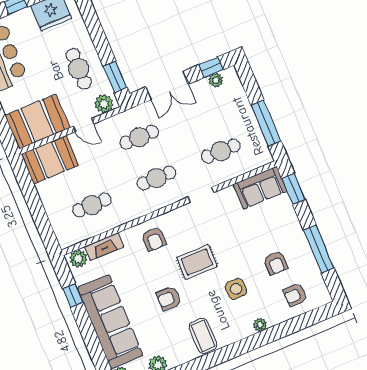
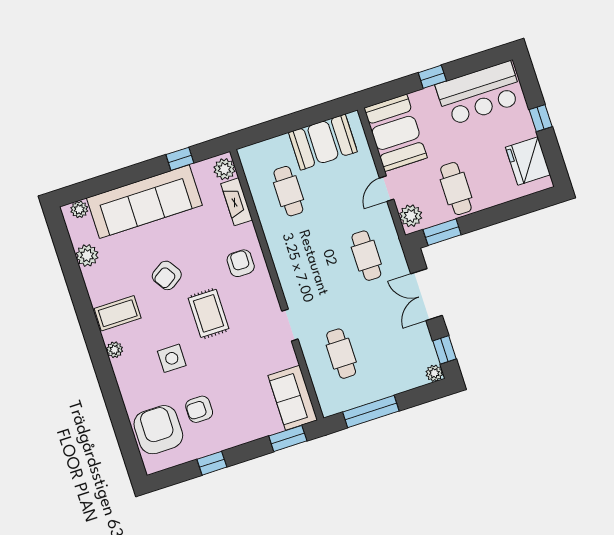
cafe table: (79, 69) -> (456, 189), turned 90
plant: (216, 80) -> (434, 373), moved
booth: (50, 160) -> (323, 142), moved, turned 90
cafe table: (156, 178) -> (315, 272), removed
armchair: (154, 239) -> (241, 263), turned 90
window: (319, 249) -> (212, 463), width x0.46
armchair: (295, 295) -> (158, 430), width x1.88, depth x1.88
armchair: (169, 298) -> (167, 275), turned -123
plant: (260, 325) -> (115, 350), moved

